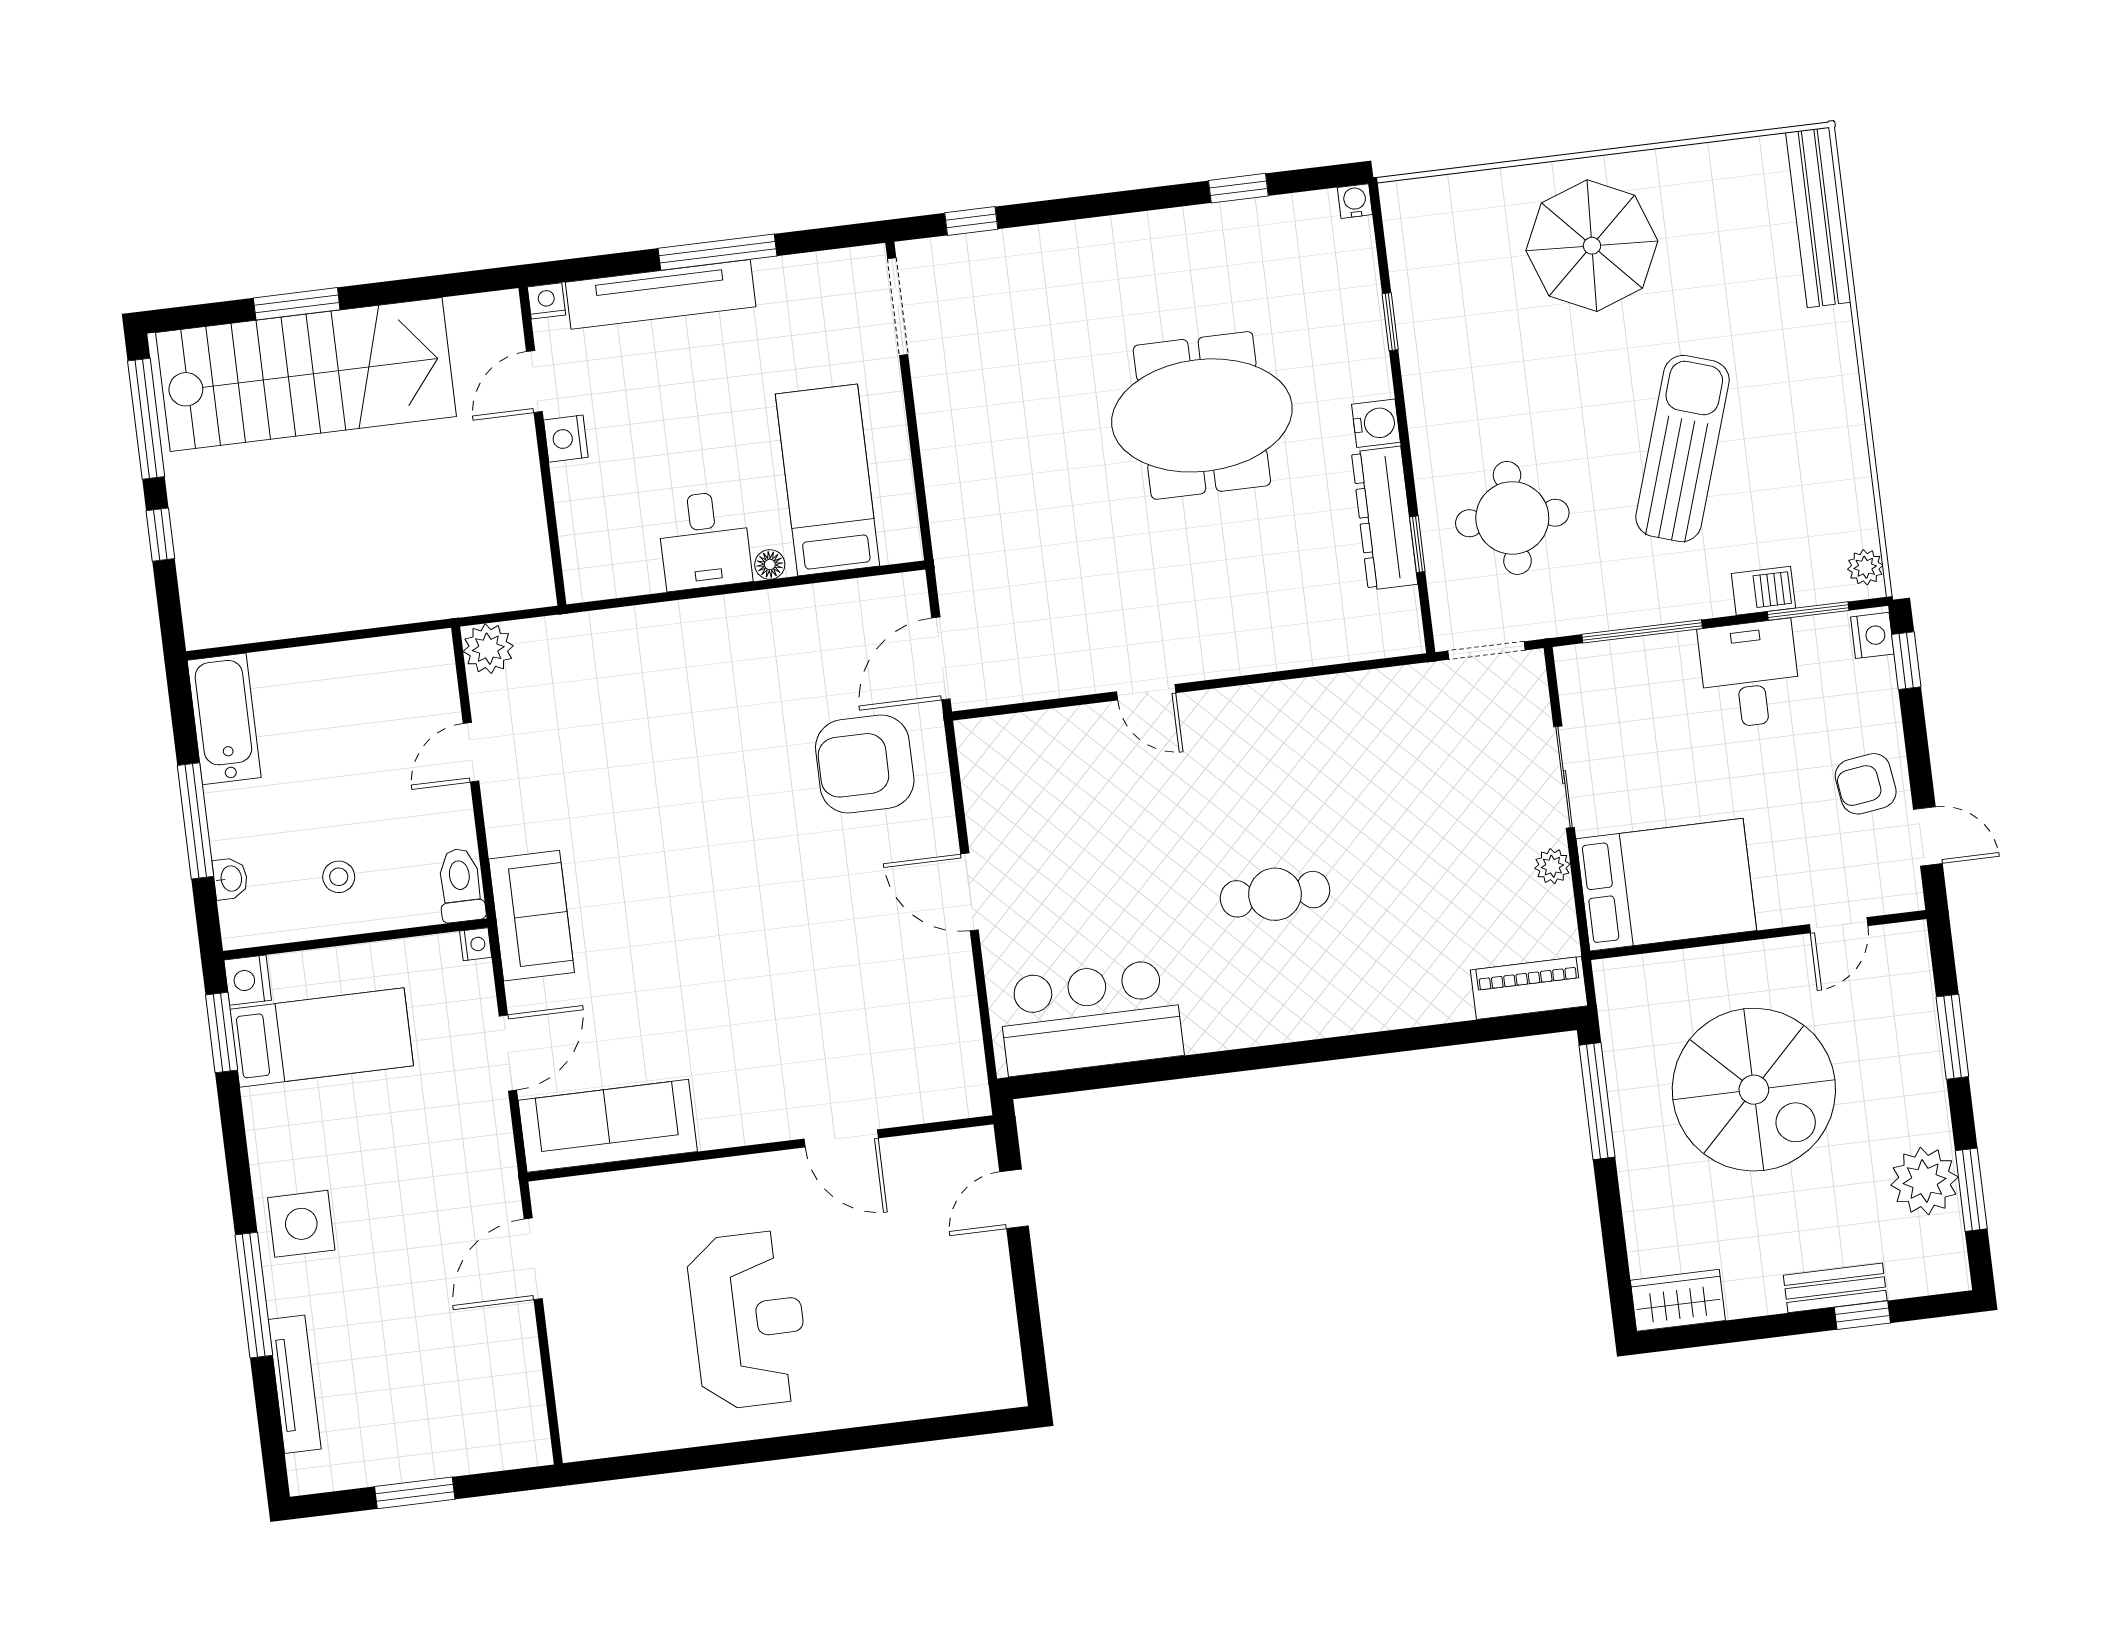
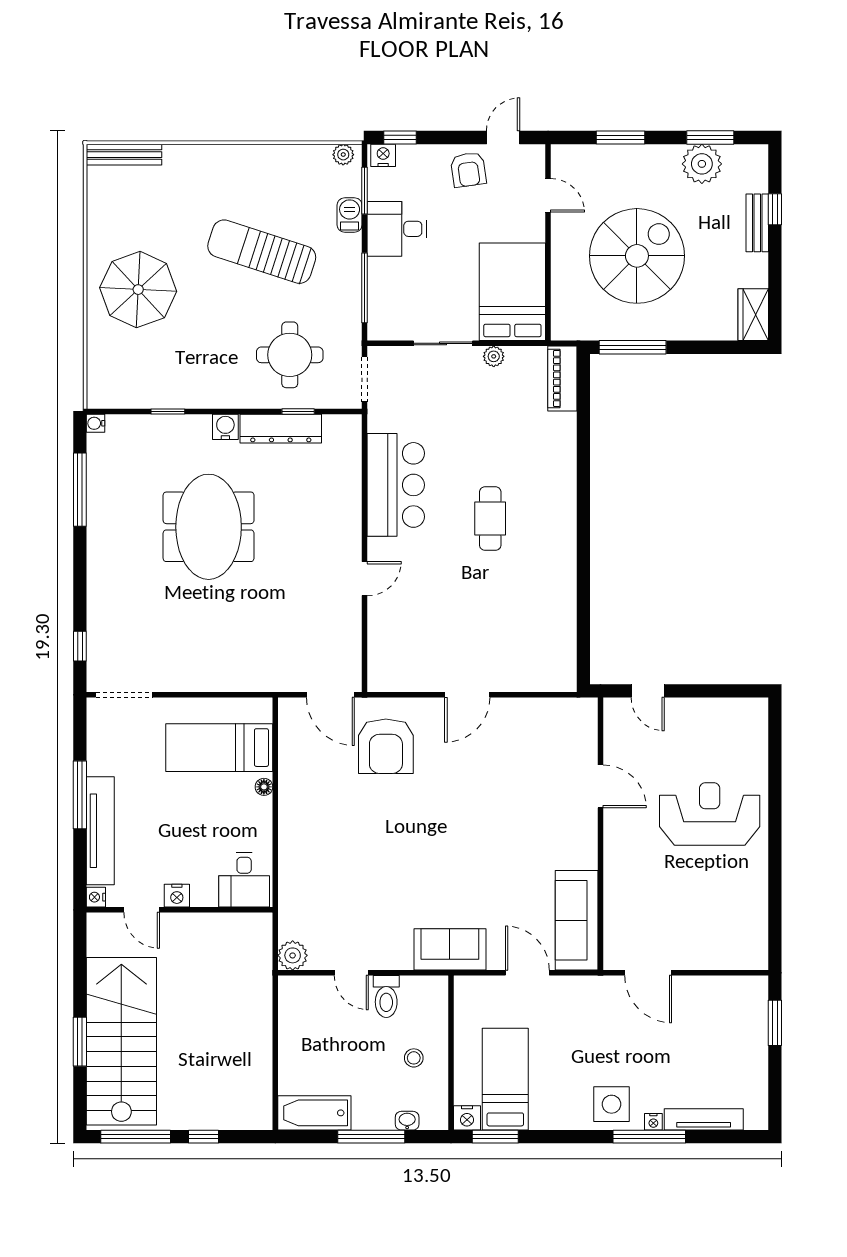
window: (1238, 188) -> (80, 490), width x2.17
bench: (1818, 217) -> (124, 155), width x0.73, depth x0.82
desk: (704, 540) -> (244, 880), moved, turned 90
toilet: (461, 885) -> (386, 996), moved, turned -90
nightstand: (476, 944) -> (653, 1122), moved, turned 180
bar counter: (1091, 1017) -> (396, 485), moved, turned 180
door: (841, 1138) -> (600, 786), hinge flipped
reception desk: (748, 1320) -> (710, 814), moved
window: (415, 1493) -> (775, 1023), moved

